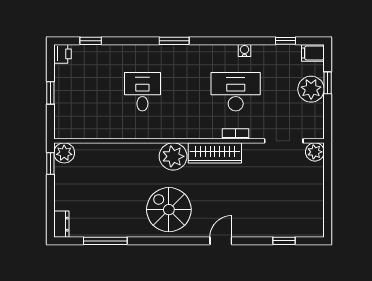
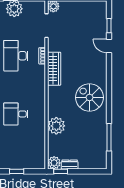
plant: (173, 156) -> (56, 126), moved
spiral stairs: (169, 210) -> (90, 97), turned 90
dresser: (61, 224) -> (70, 165), moved
door: (221, 241) -> (109, 46), moved

